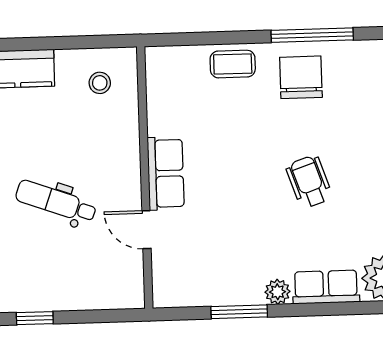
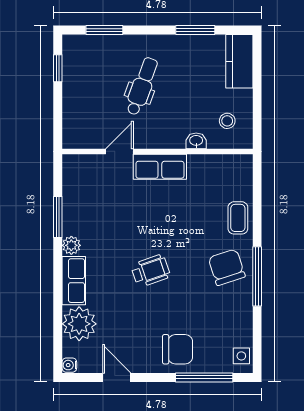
chair: (301, 77) -> (227, 267), turned -108
washbasin: (129, 125) -> (196, 141), added

